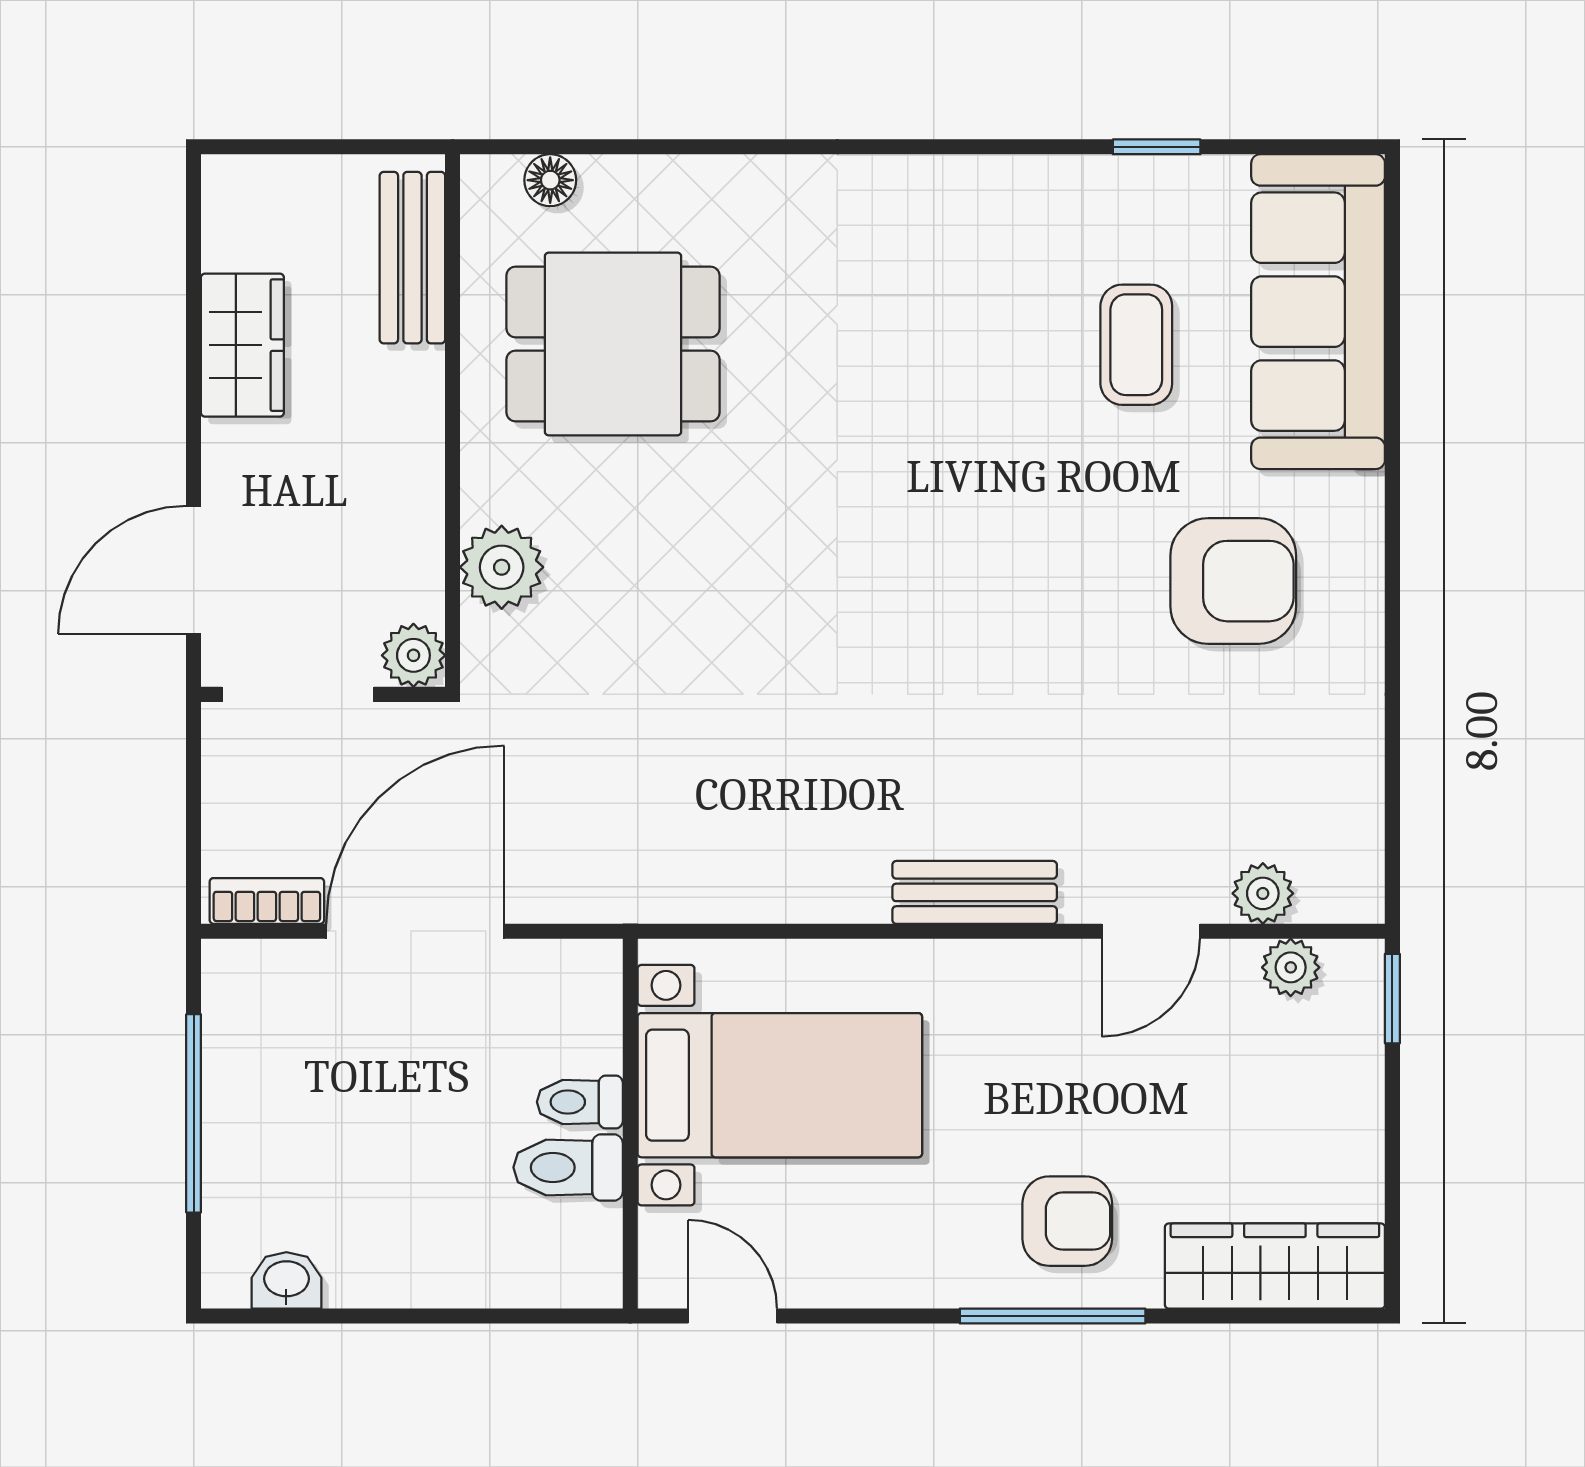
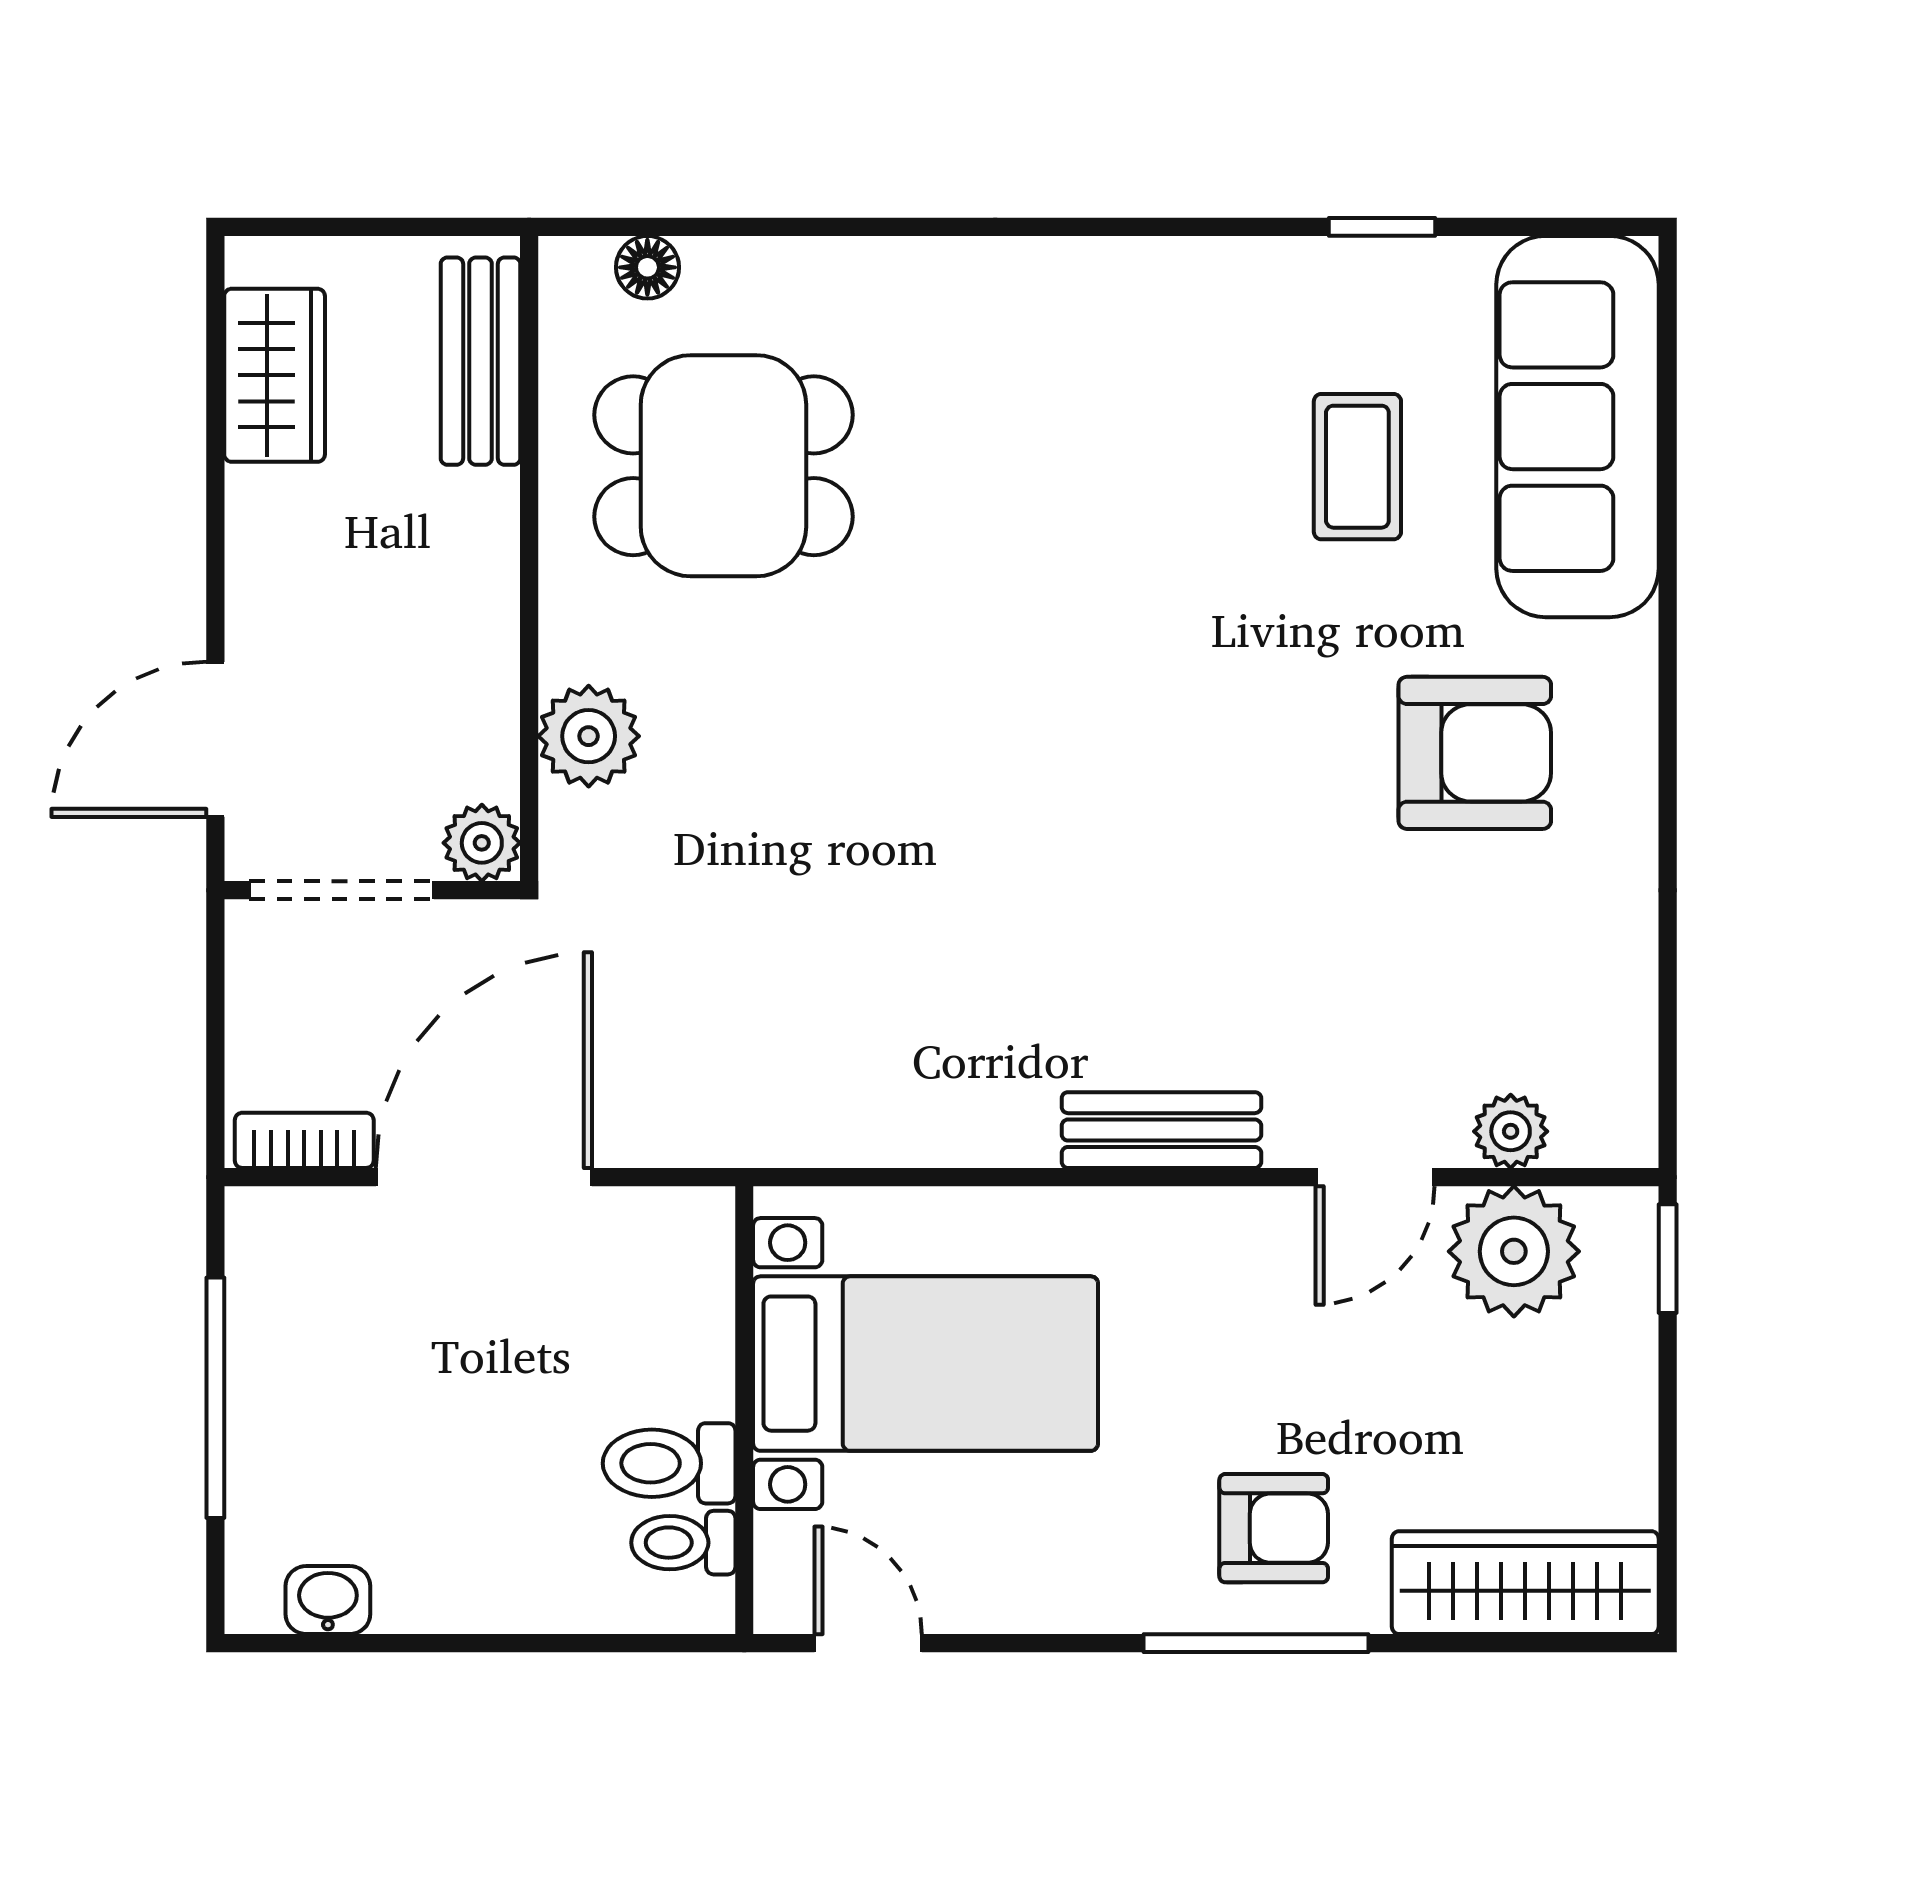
wardrobe: (242, 345) -> (275, 375), moved
plant: (1291, 967) -> (1514, 1251), width x1.88, depth x1.88
toilet: (580, 1102) -> (683, 1543), moved

